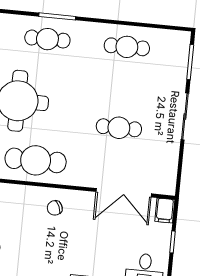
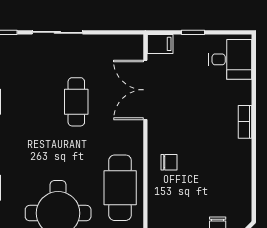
double door: (124, 193) -> (145, 90), swing flipped
chair: (55, 208) -> (169, 162), turned -66

